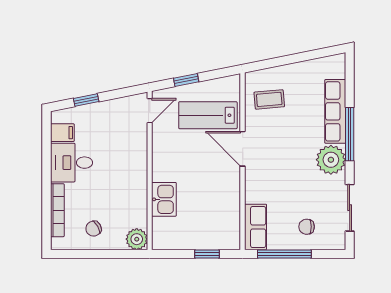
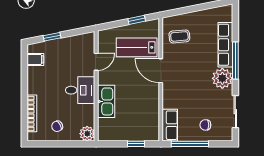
window: (186, 80) -> (137, 20), moved
door: (150, 111) -> (96, 62), moved
desk: (71, 163) -> (80, 90), moved, turned 180
kitchen sink: (164, 199) -> (106, 101), width x1.38

